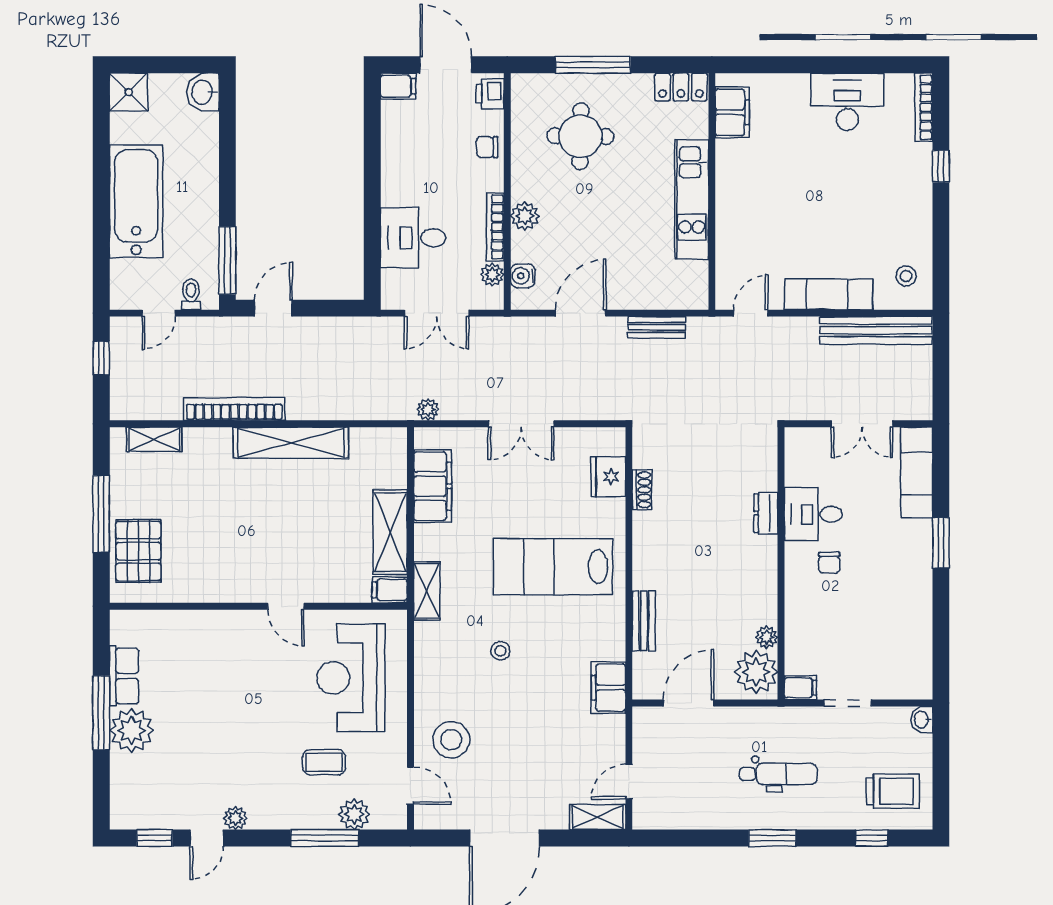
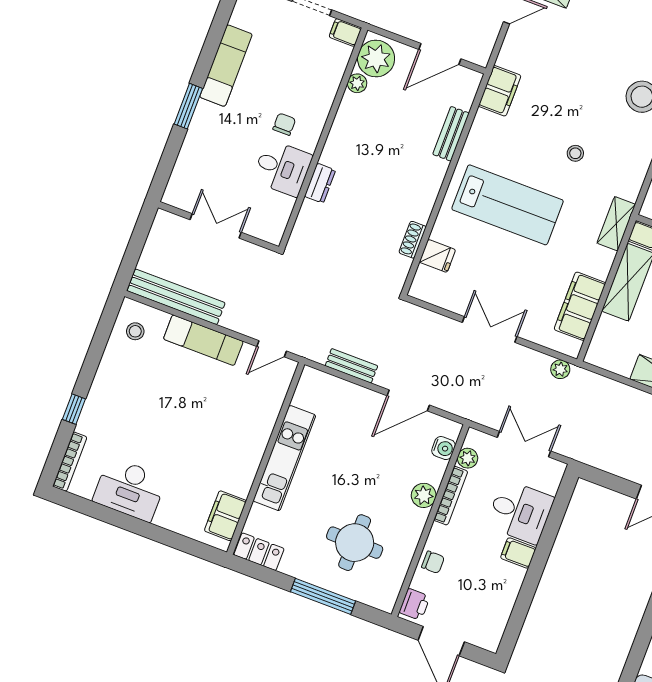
filing cabinet: (398, 86) -> (518, 553), moved
exam couch: (917, 472) -> (226, 66), moved
fridge: (608, 477) -> (437, 256), width x0.72

